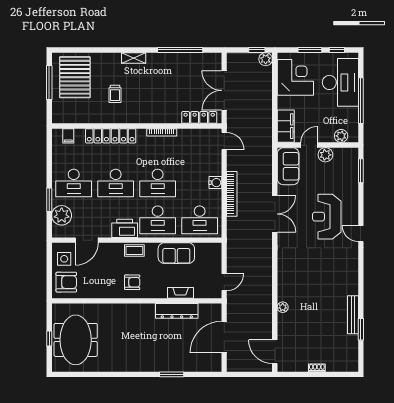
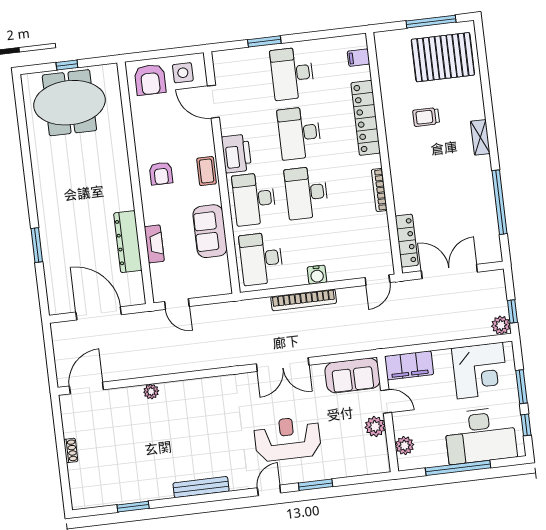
window: (361, 171) -> (316, 485), moved
plant: (62, 215) -> (244, 62), removed
bench: (353, 315) -> (201, 487), moved

